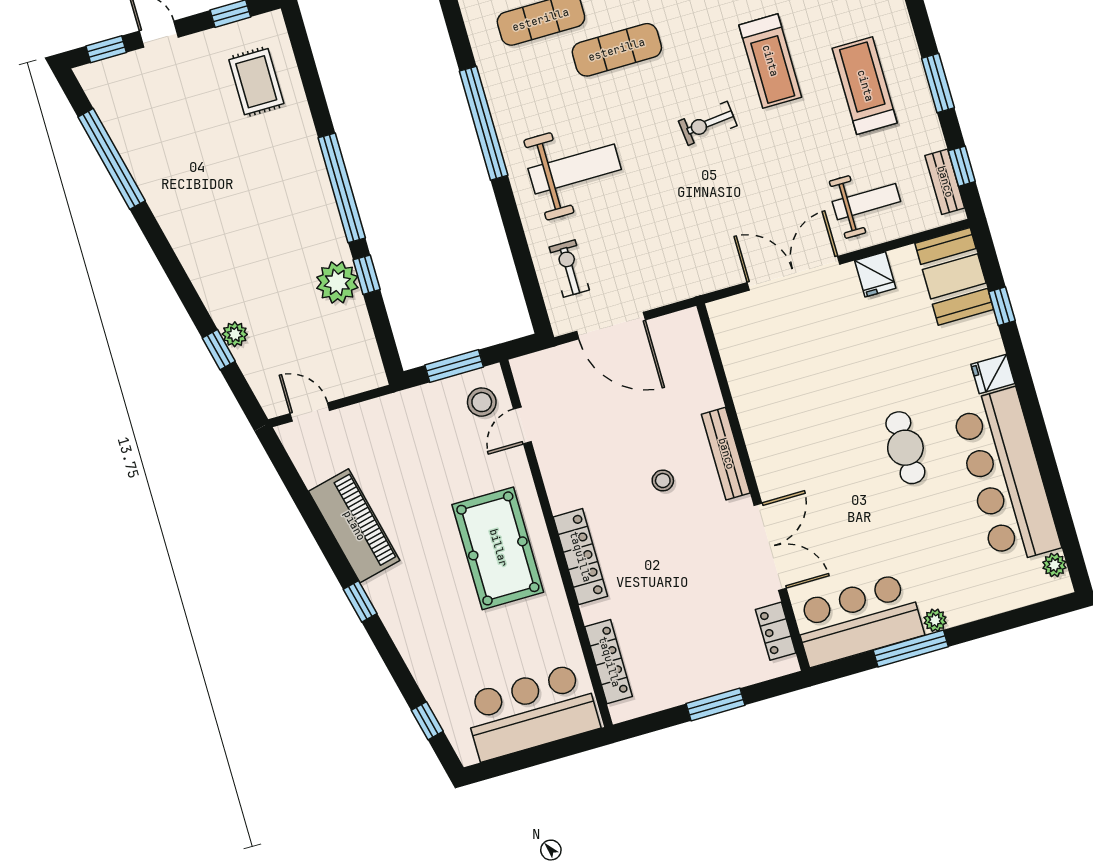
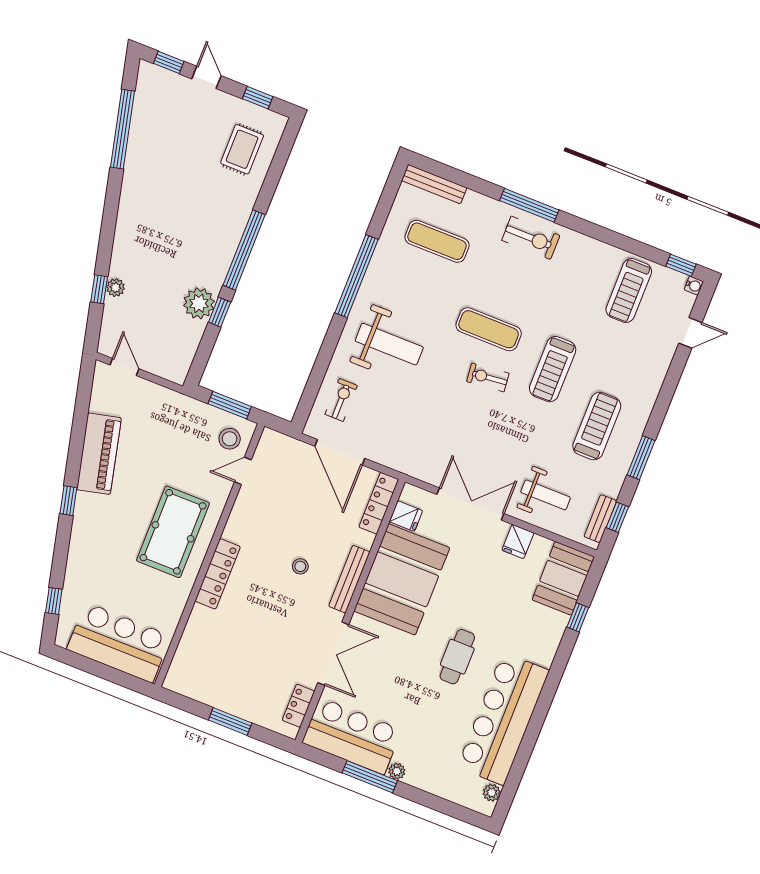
exercise mat: (617, 50) -> (489, 329), moved
fridge: (993, 374) -> (406, 516), moved, turned 180
booth: (782, 411) -> (402, 579), added
locker: (609, 662) -> (379, 503), moved, turned 180

